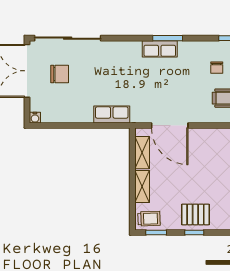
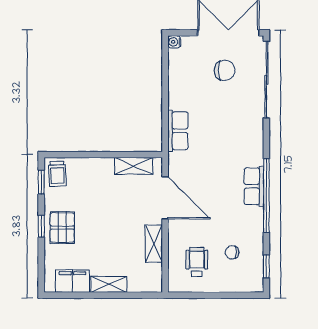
window: (168, 38) -> (266, 195), width x2.11
chair: (60, 74) -> (225, 70), turned -90
door: (170, 126) -> (165, 198), swing flipped
shelving: (142, 186) -> (154, 244), moved, turned 90

